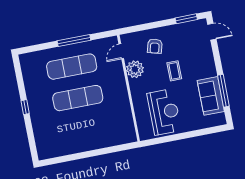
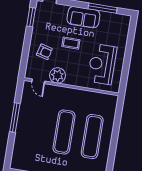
exercise mat: (72, 67) -> (92, 137), moved
sofa: (211, 96) -> (83, 17), moved
reception desk: (164, 112) -> (102, 64), turned -90

